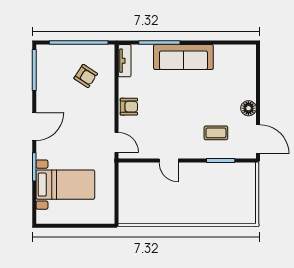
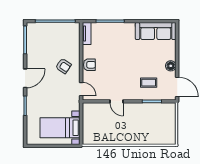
sofa: (183, 57) -> (156, 31), moved
armchair: (86, 76) -> (63, 66), moved
bed with nightstands: (65, 185) -> (60, 128), moved, turned 180

